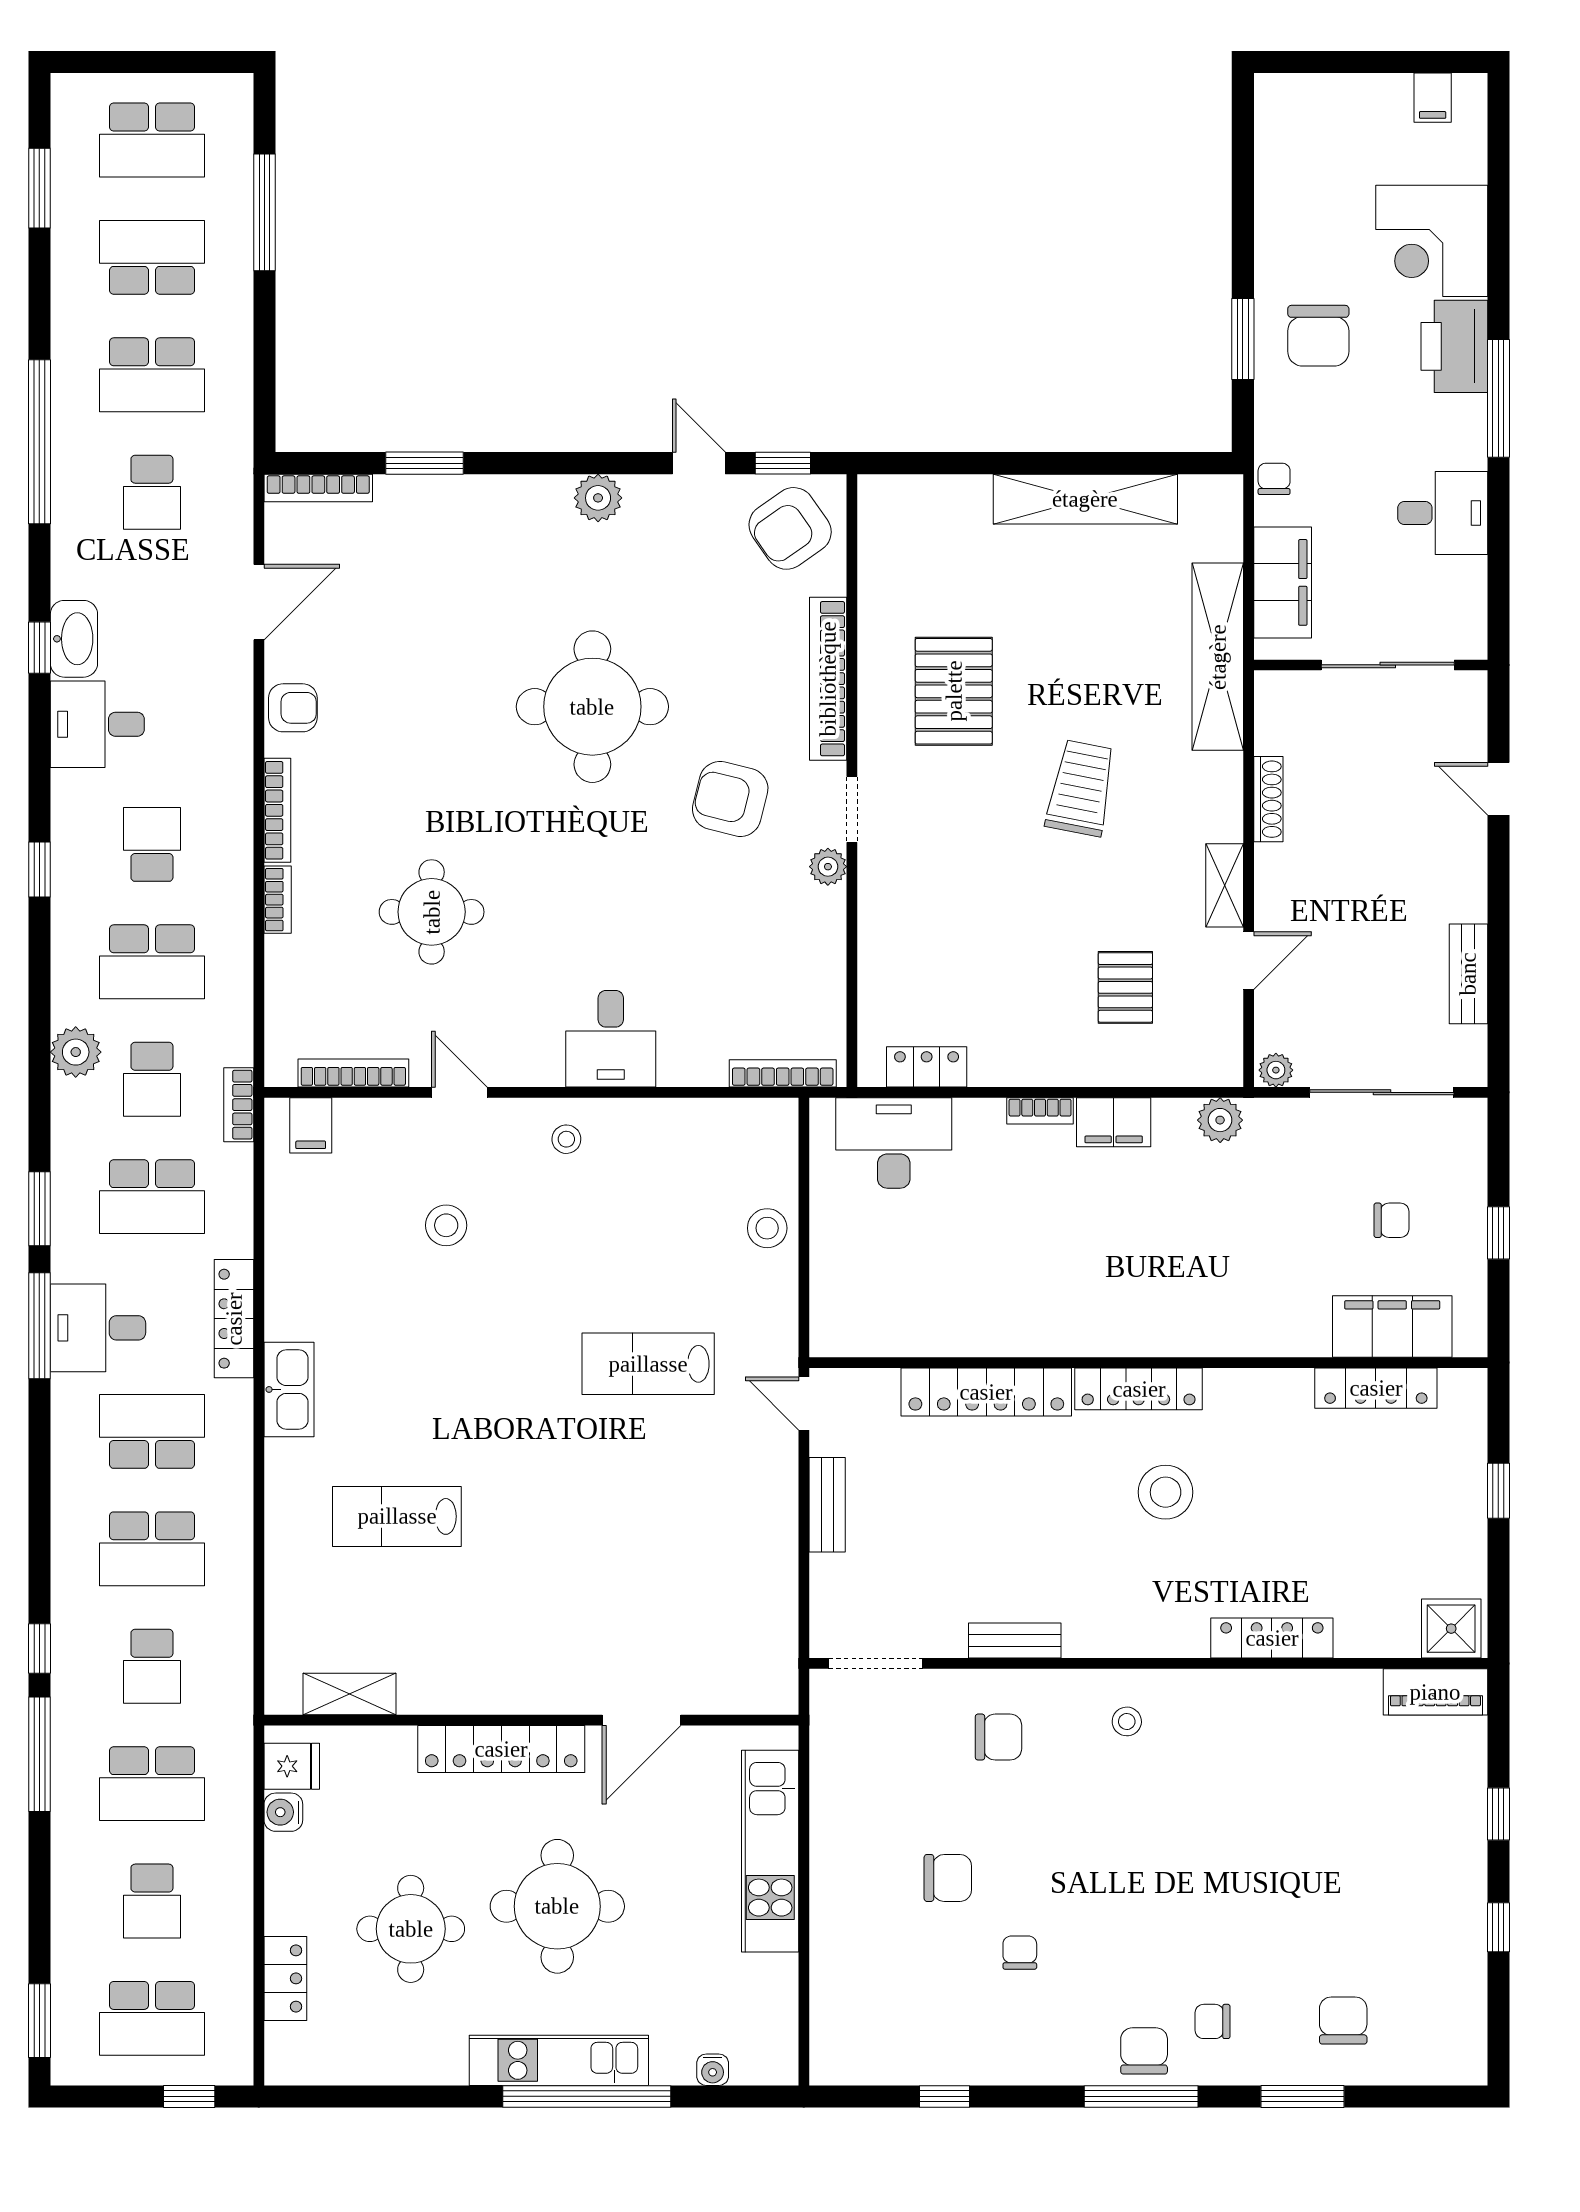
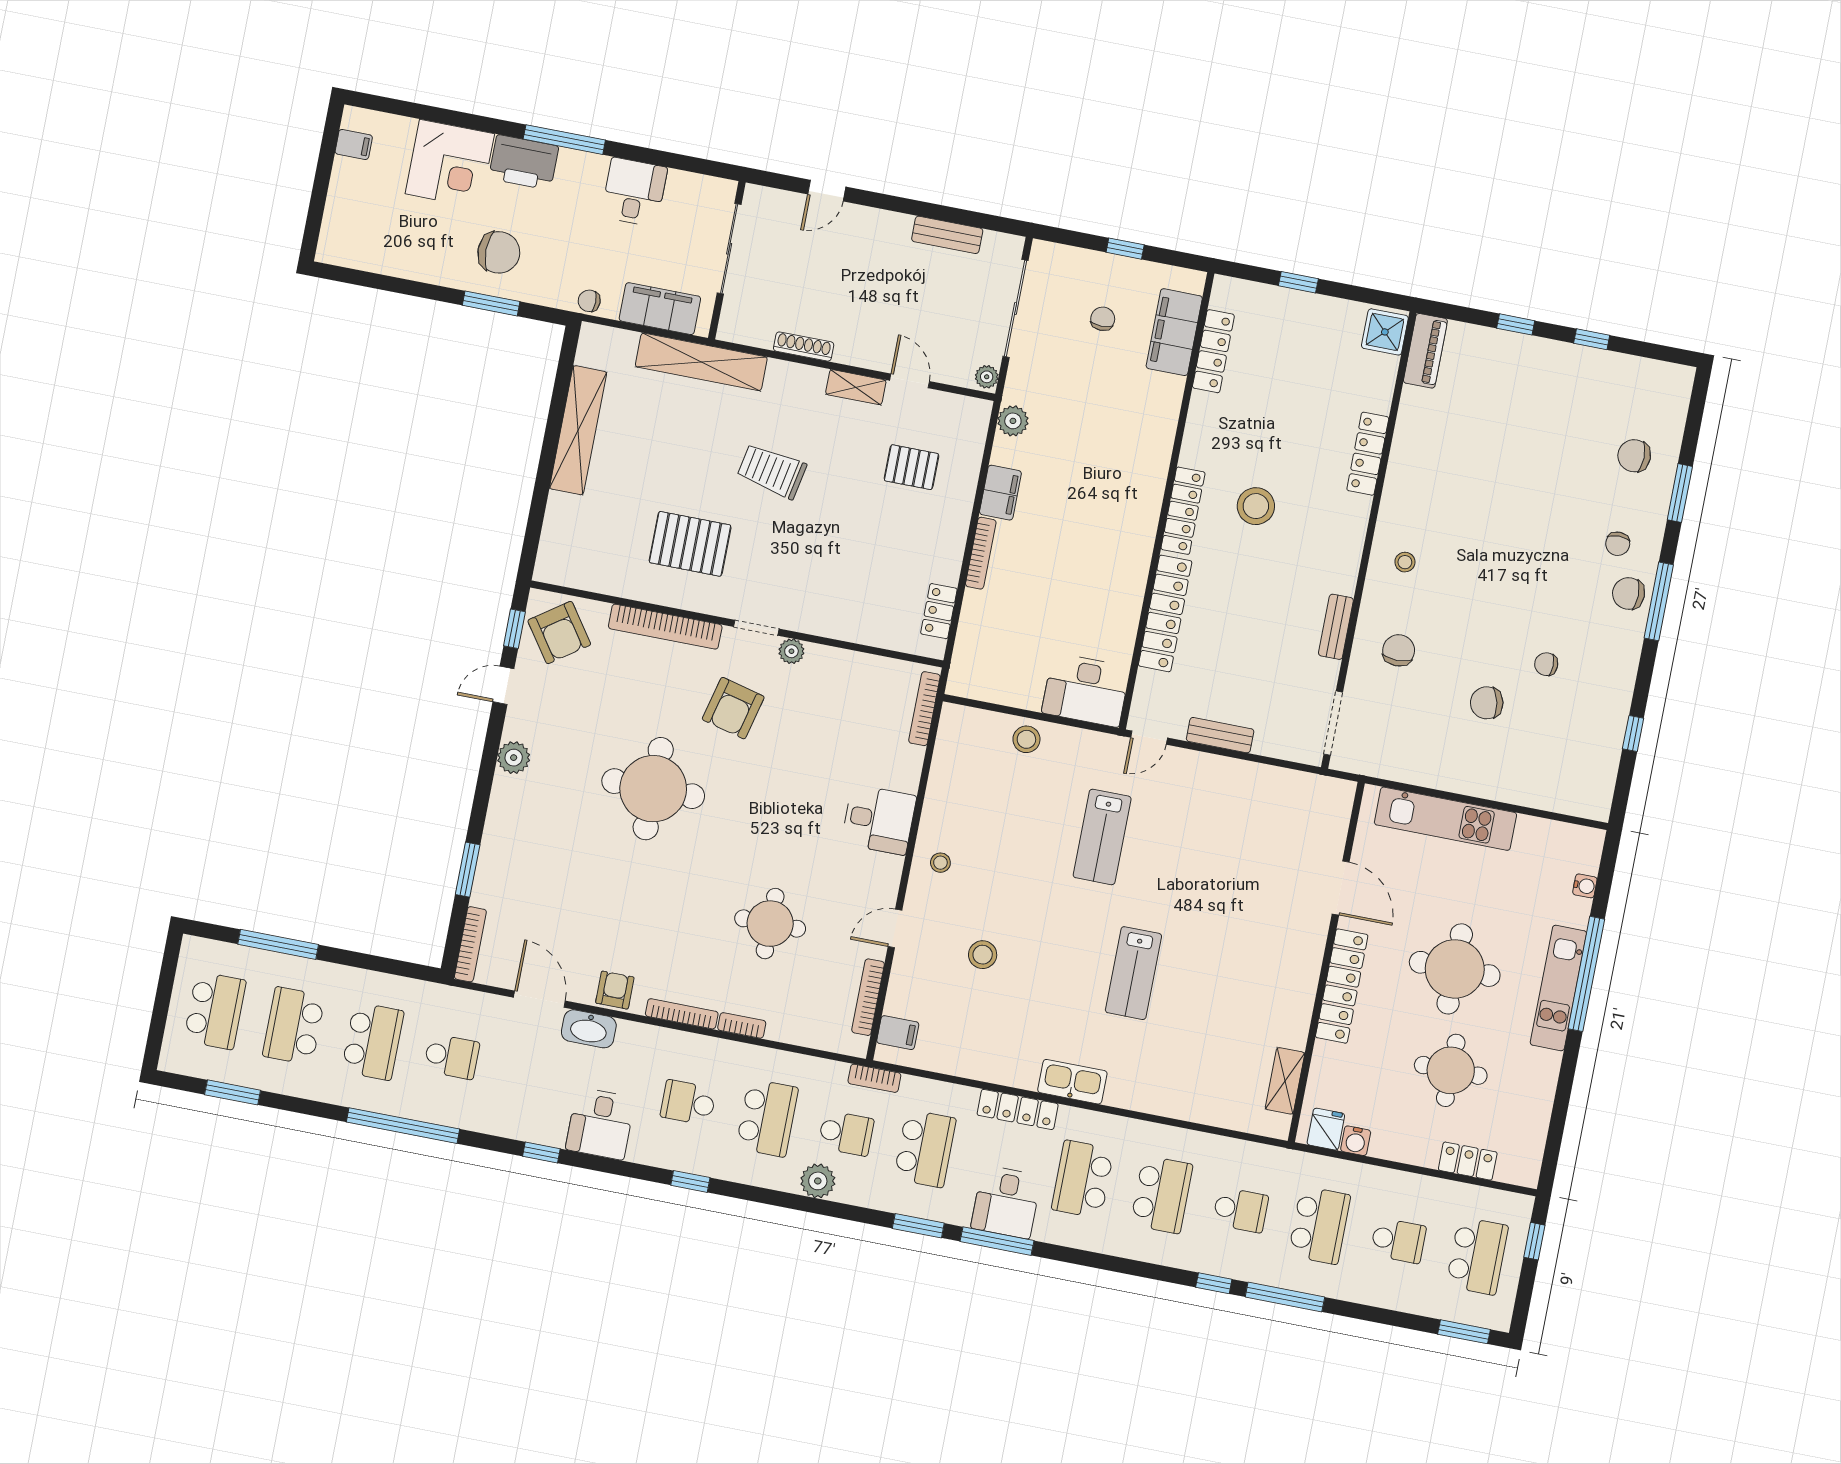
washbasin: (74, 639) -> (589, 1029), moved, turned 180
bookcase: (1040, 1111) -> (981, 553), width x1.56
desk: (894, 1143) -> (1086, 690), moved, turned -90
lab bench: (397, 1516) -> (1133, 973), moved
chair: (948, 1878) -> (1487, 703), turned -102

